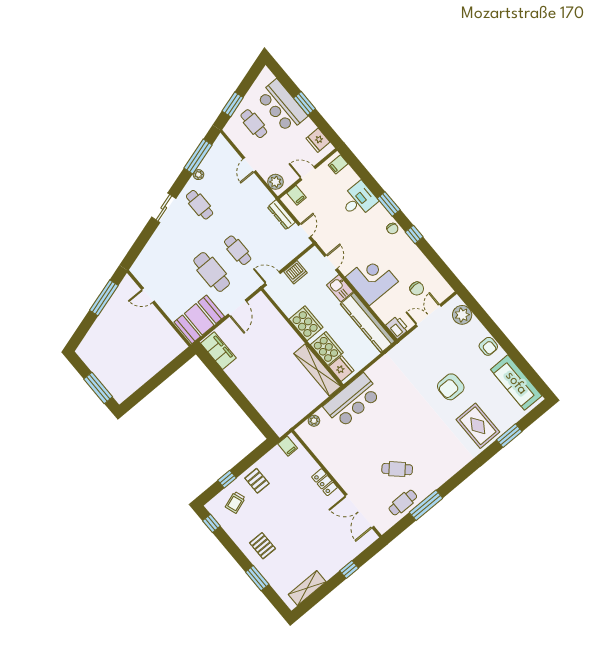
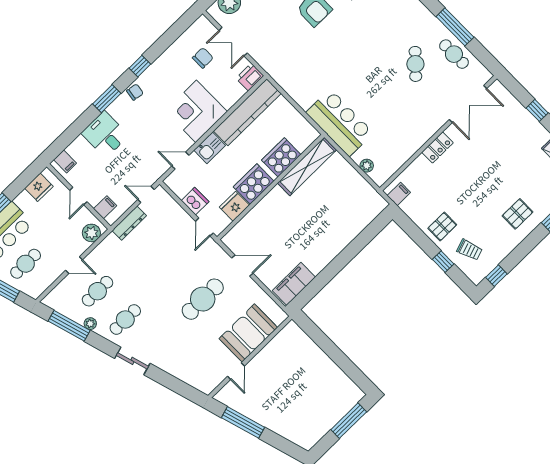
cafe table: (238, 250) -> (97, 291), moved
booth: (199, 319) -> (248, 333), moved, turned 90
fridge: (341, 369) -> (234, 206), moved

